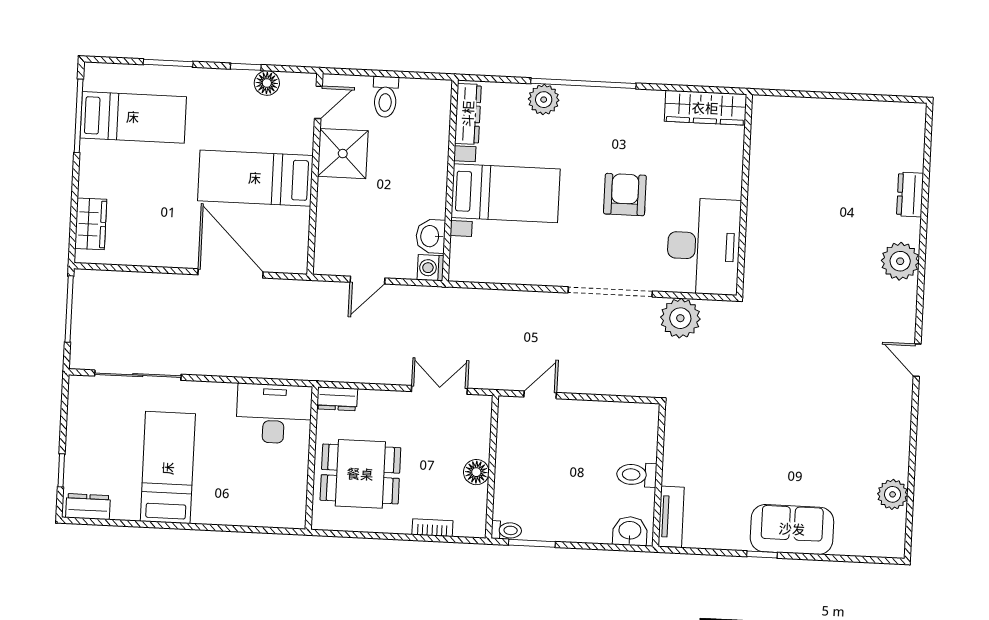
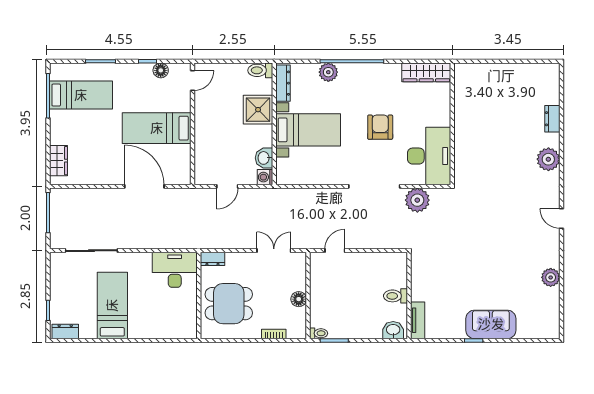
toilet: (385, 97) -> (260, 70), moved, turned 90
shower: (343, 154) -> (258, 110), moved
plant: (893, 494) -> (551, 277), moved

